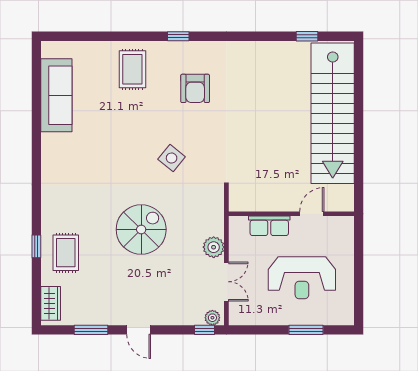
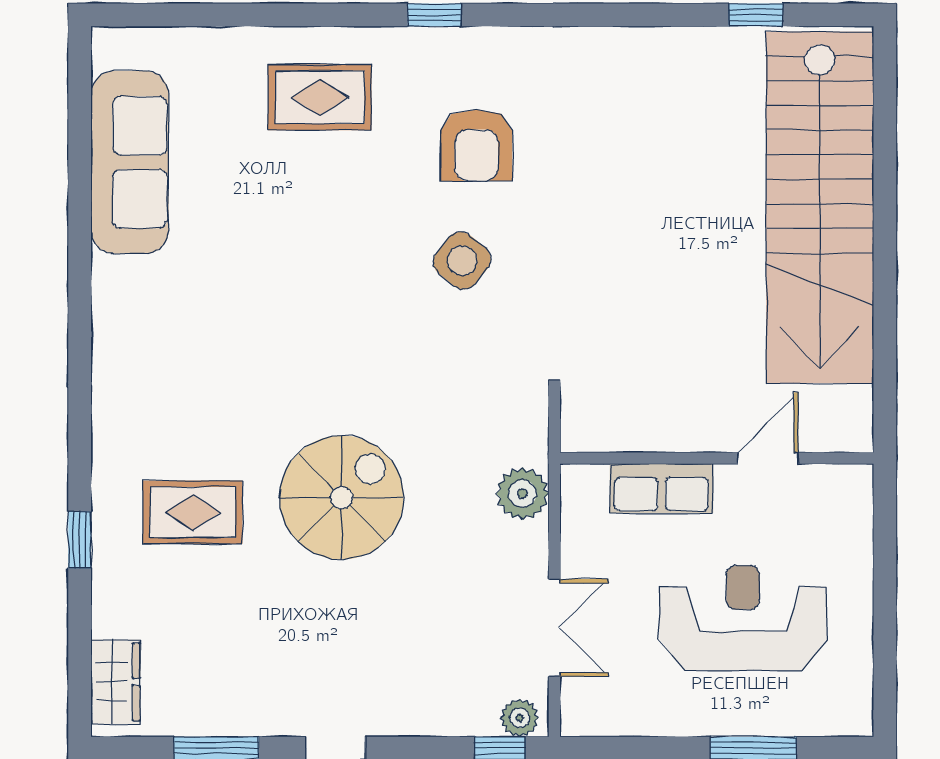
rug: (132, 69) -> (320, 97), turned 90
side table: (172, 158) -> (462, 261), moved
plant: (214, 247) -> (523, 494), moved
rug: (66, 253) -> (193, 512), moved, turned 90
reception desk: (302, 278) -> (743, 618), turned 180

